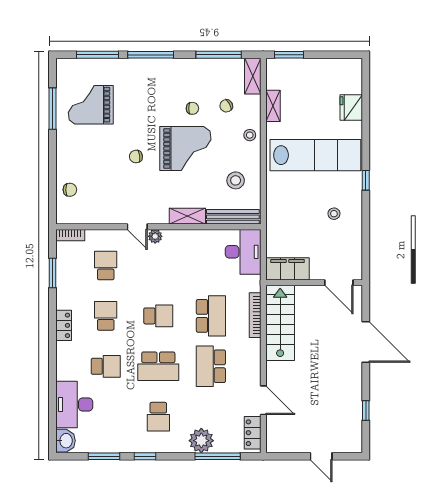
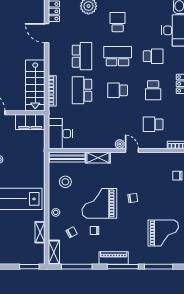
piano: (164, 68) -> (114, 258), added
school desk: (106, 266) -> (153, 124), turned 90
school desk: (106, 366) -> (153, 56), turned 180

